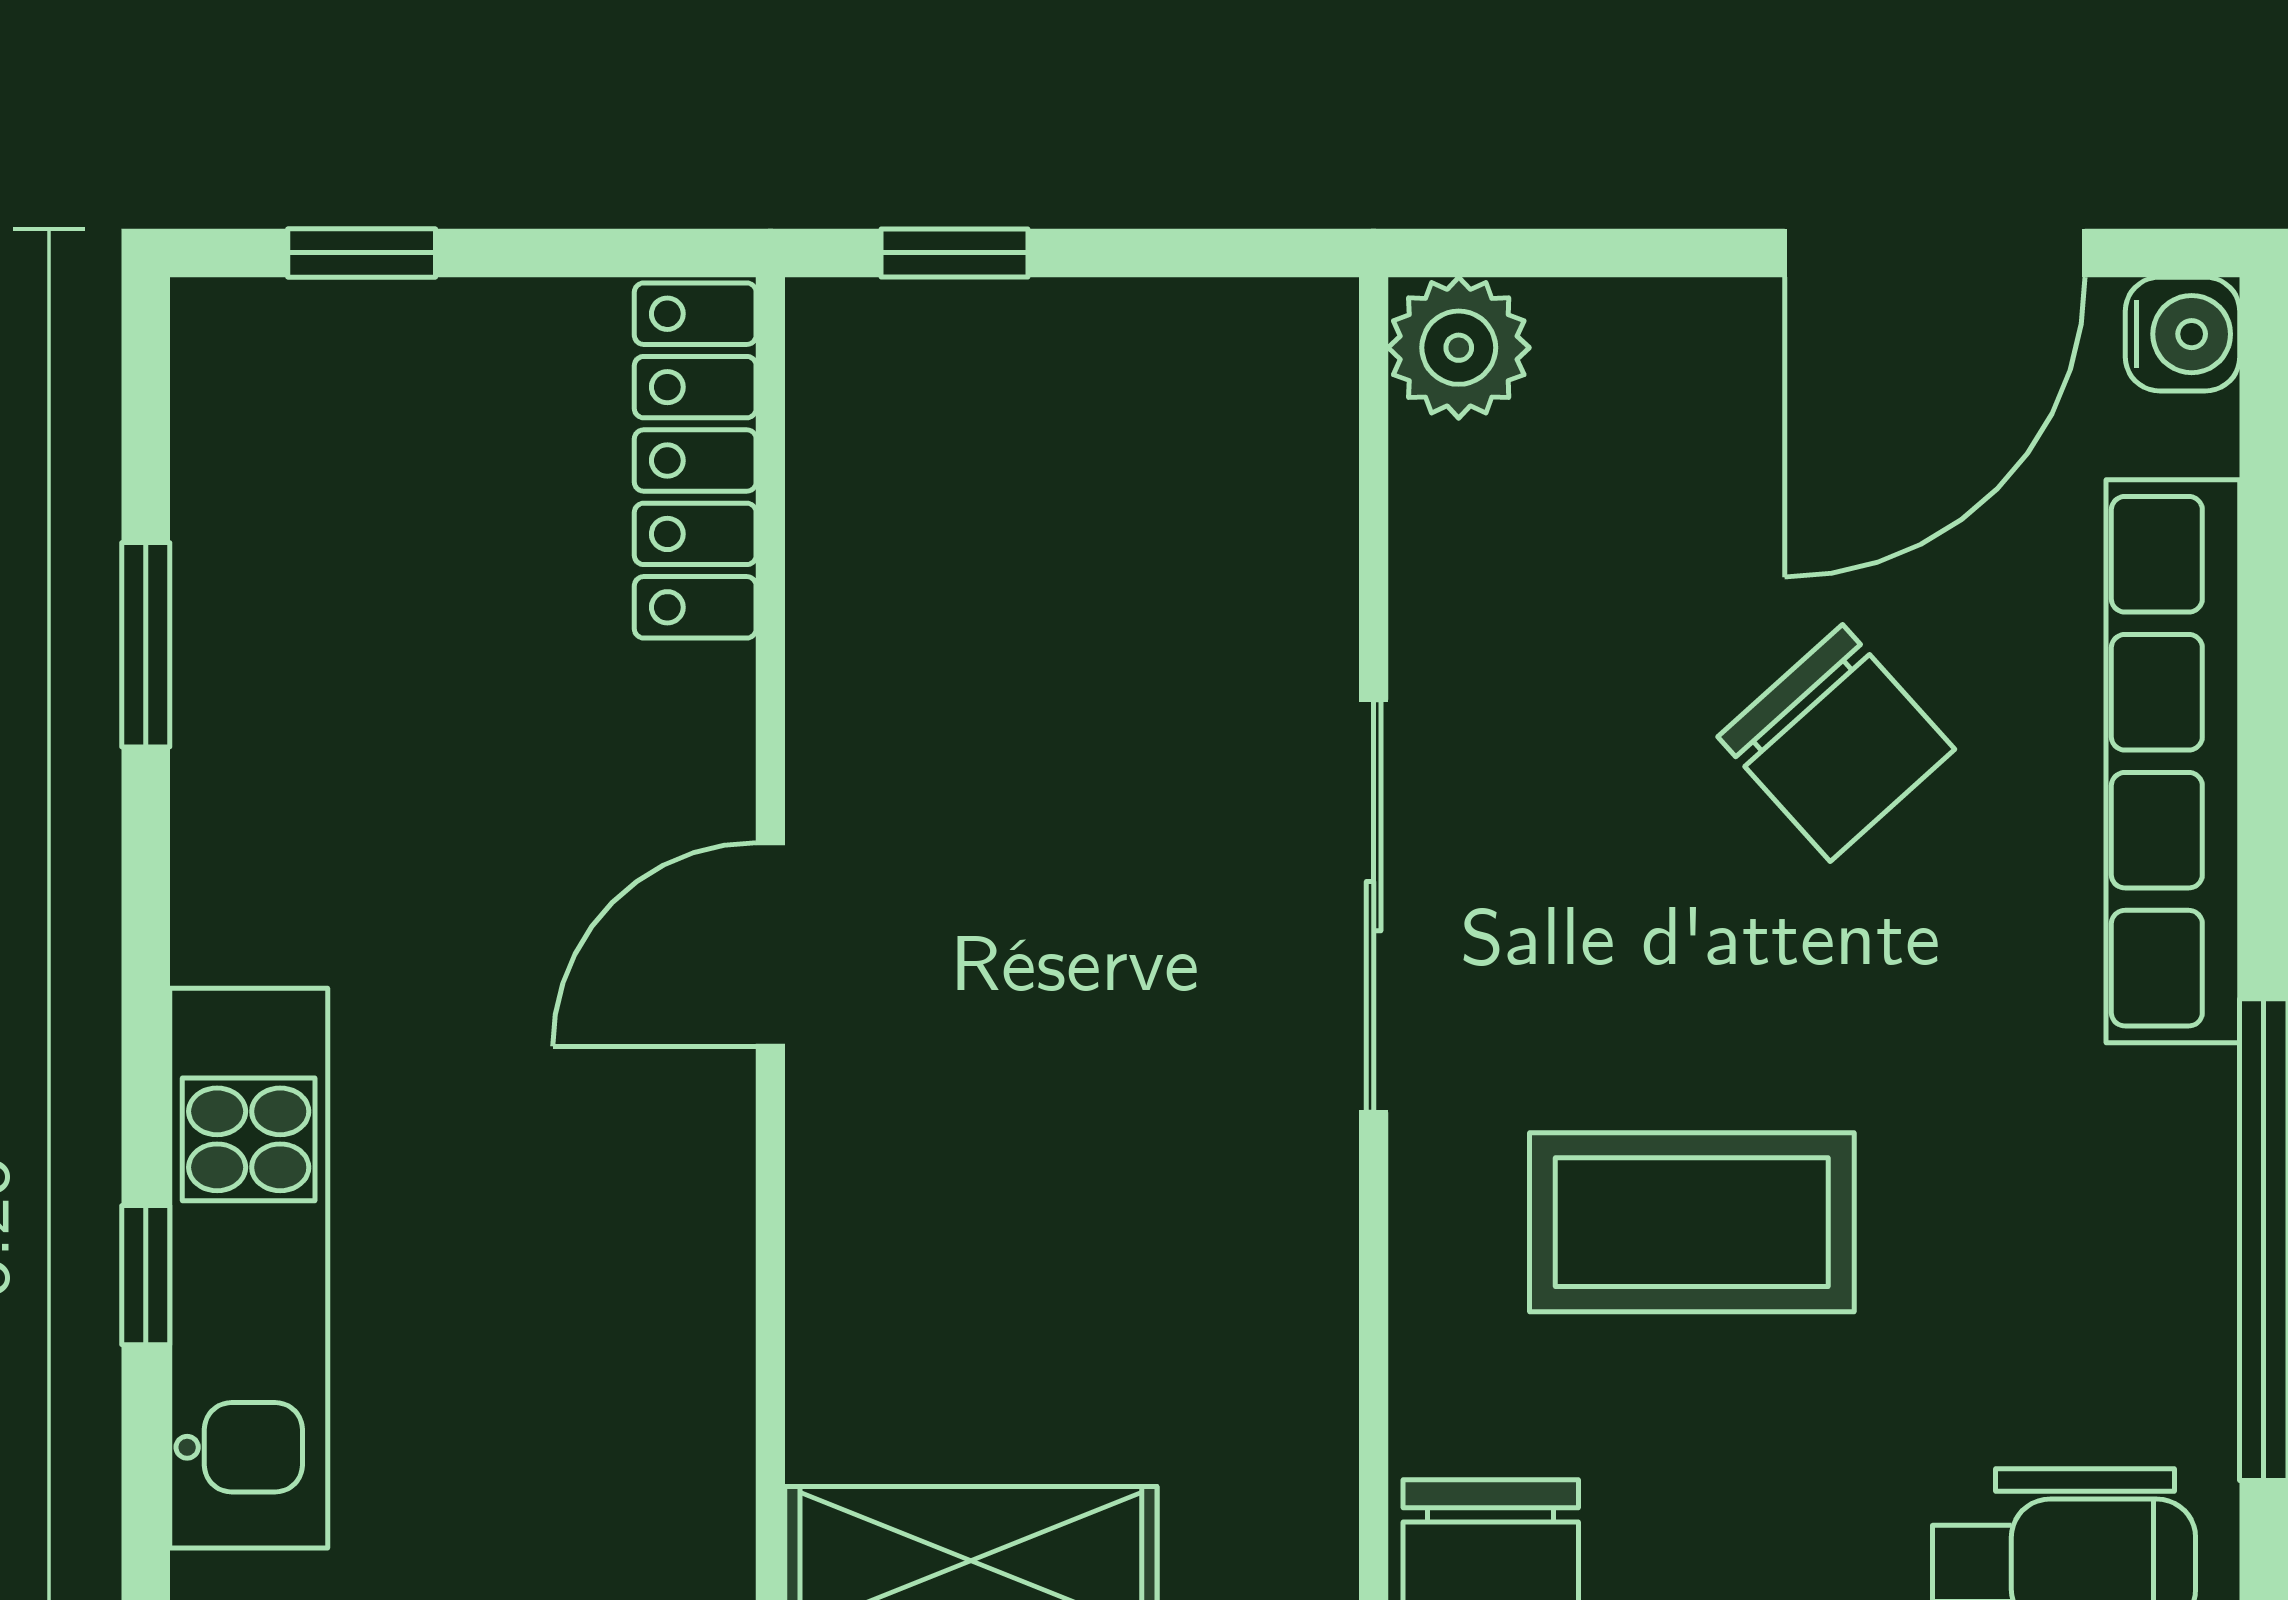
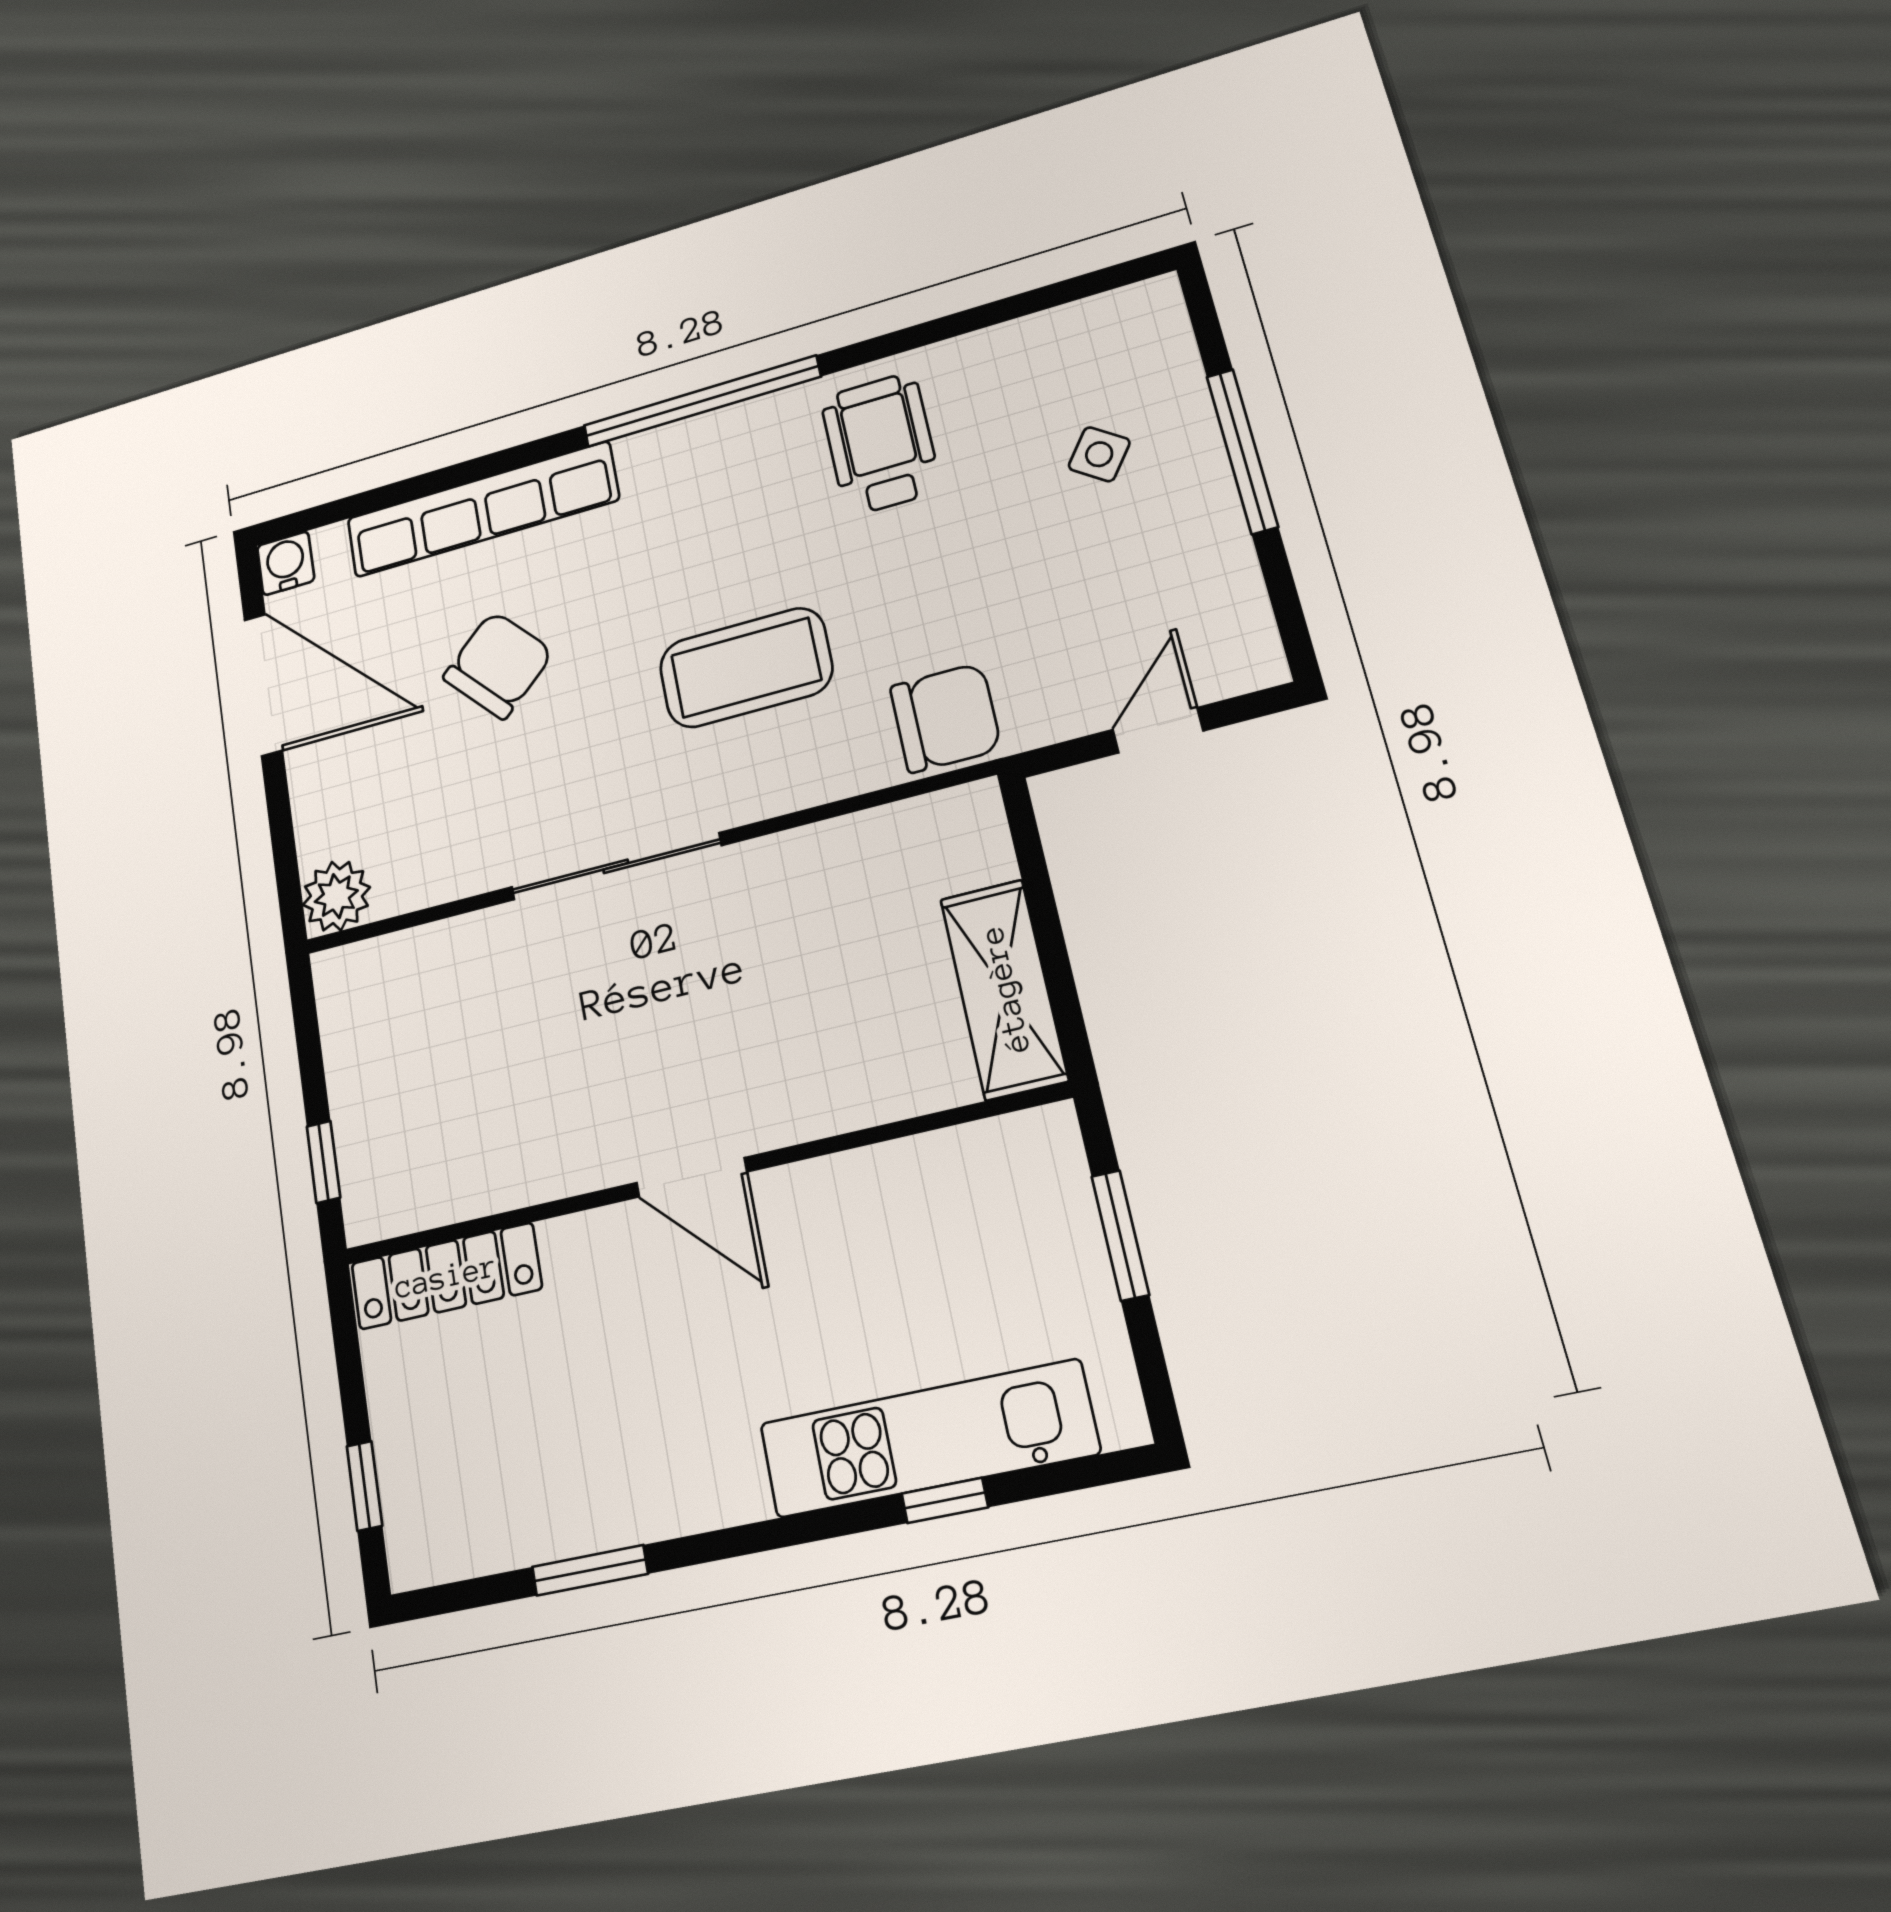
coffee table: (1692, 1222) -> (746, 668), turned 90

